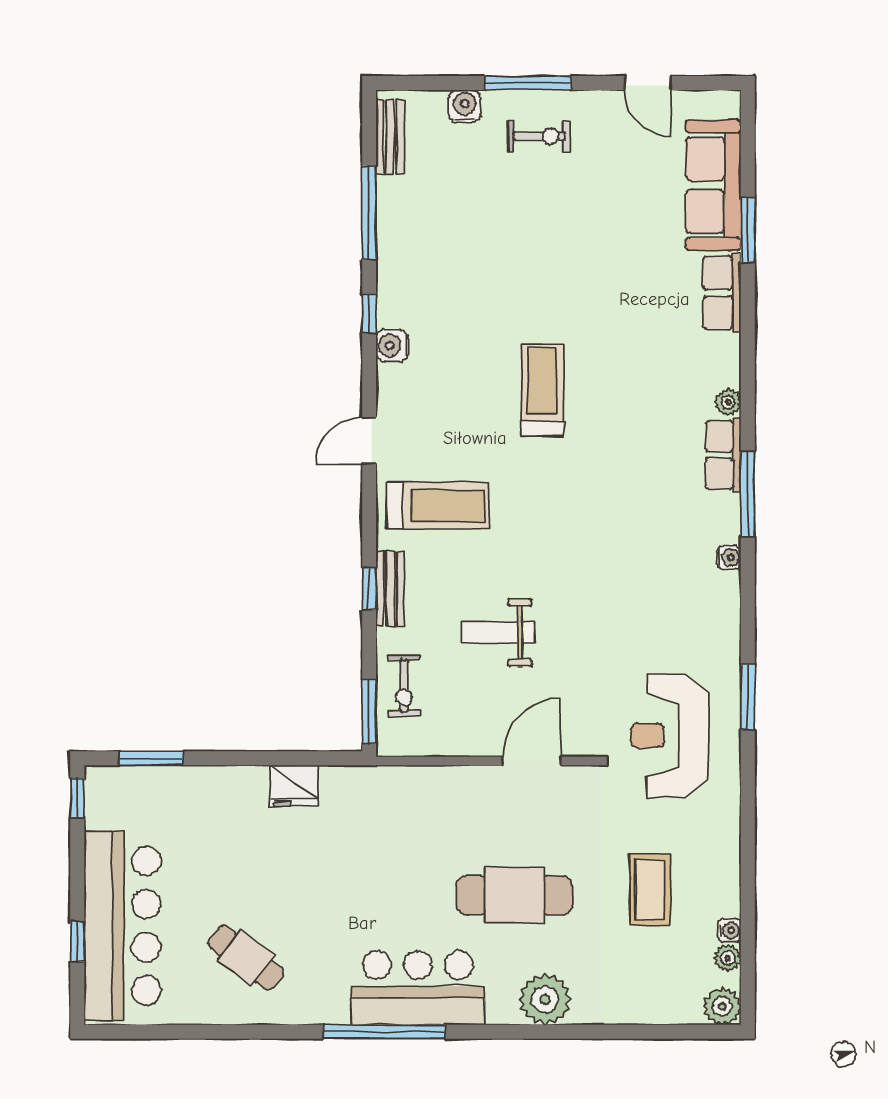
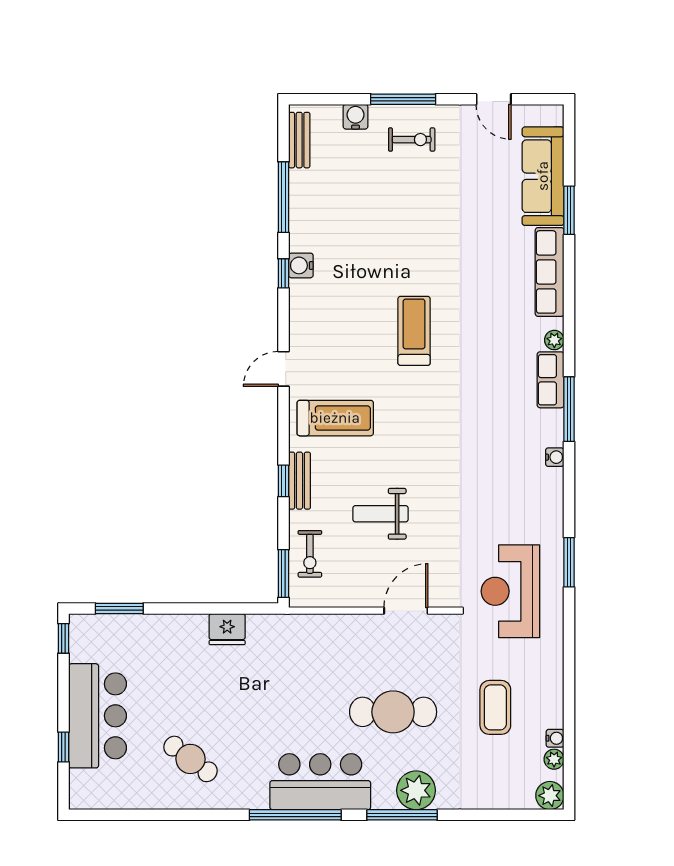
row of seats: (722, 293) -> (550, 272), width x1.48
water cooler: (392, 346) -> (301, 265), moved
bar counter: (122, 926) -> (97, 716), width x0.73
window: (526, 1032) -> (402, 815), added

